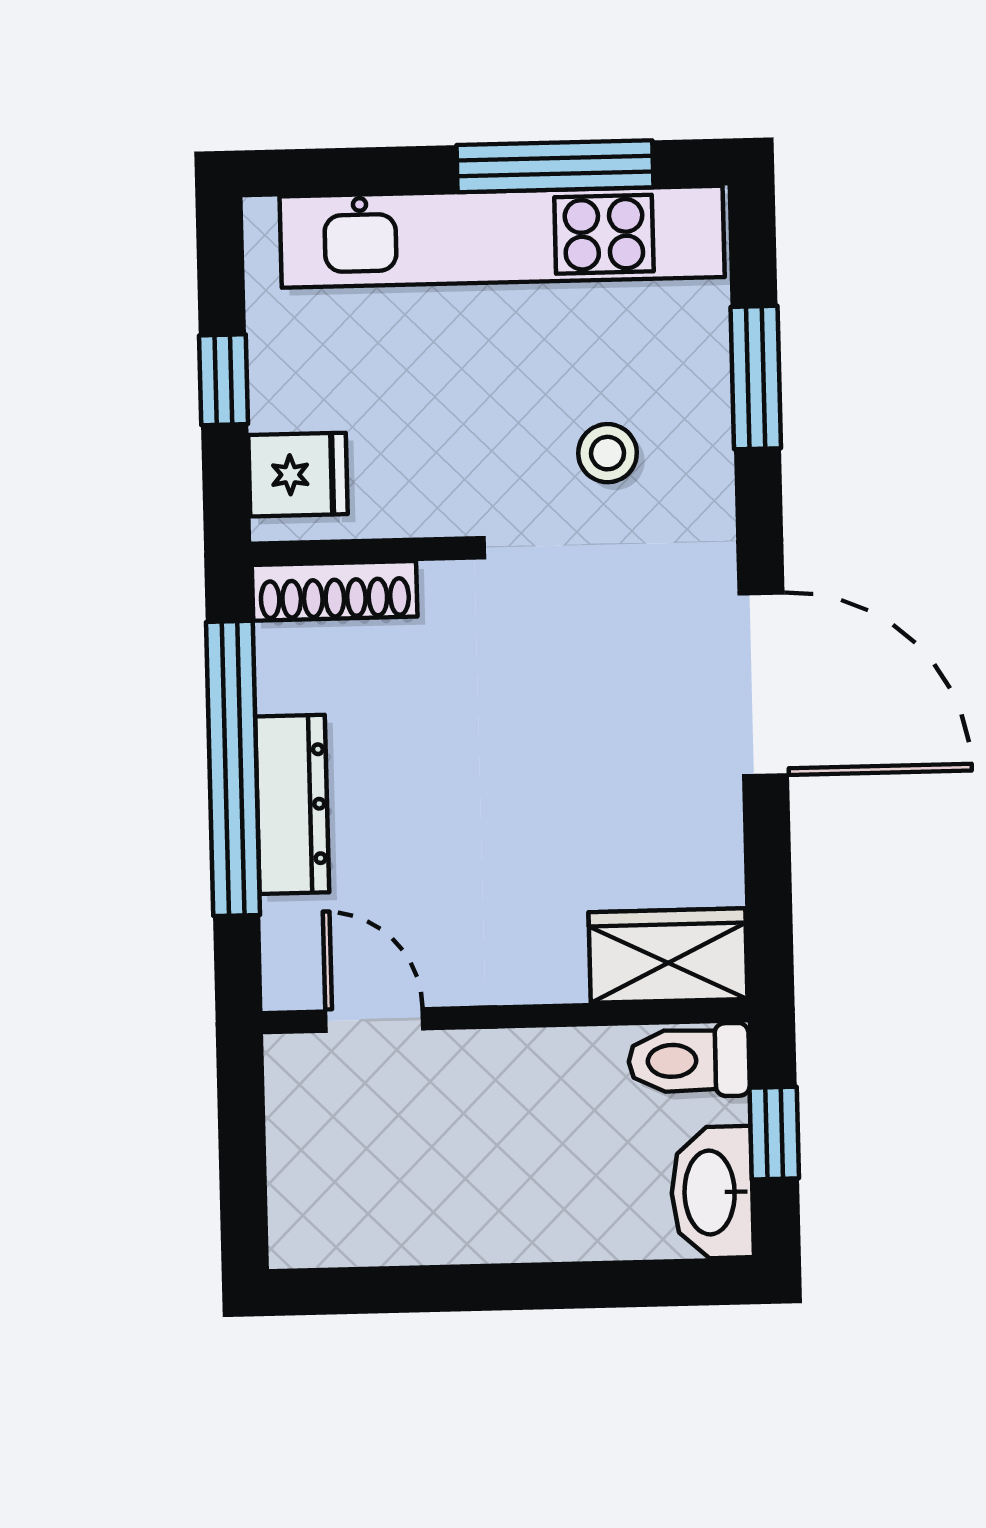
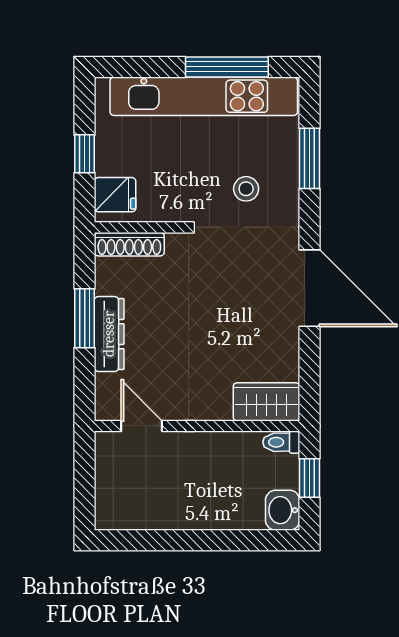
window: (233, 768) -> (85, 318), width x0.47
toilet: (689, 1061) -> (281, 442), width x0.73, depth x0.72
washbasin: (712, 1192) -> (283, 510), width x0.72

